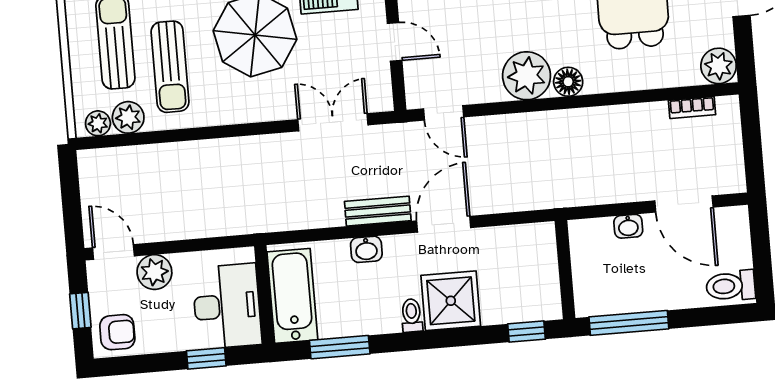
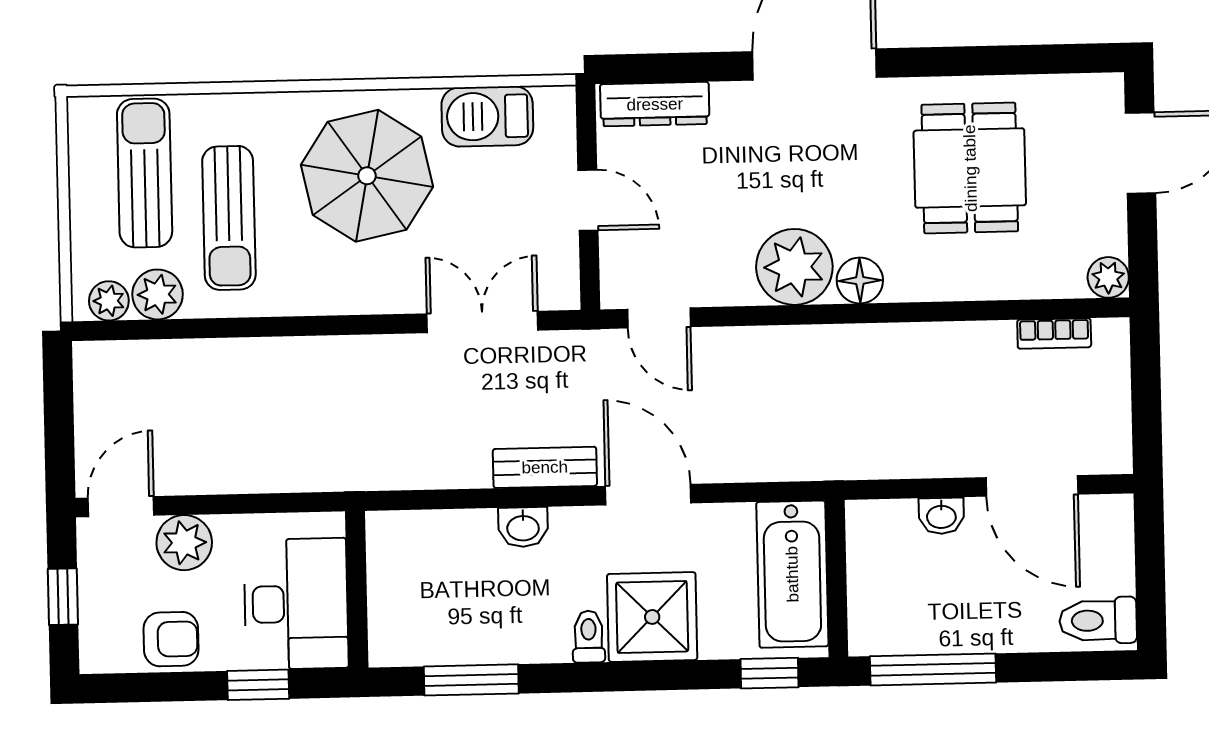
plant: (719, 66) -> (1108, 277), width x0.73, depth x0.73
door: (444, 224) -> (648, 495), hinge flipped
door: (113, 252) -> (121, 507), hinge flipped
bathtub: (292, 296) -> (792, 574), moved, turned 180
armchair: (117, 332) -> (171, 639), moved

